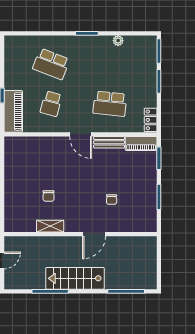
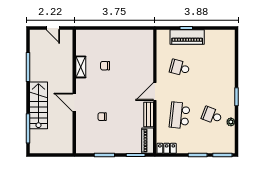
school desk: (51, 64) -> (212, 115), moved, width x0.54
piano: (13, 111) -> (187, 37), moved
stairs: (75, 278) -> (38, 105), moved

